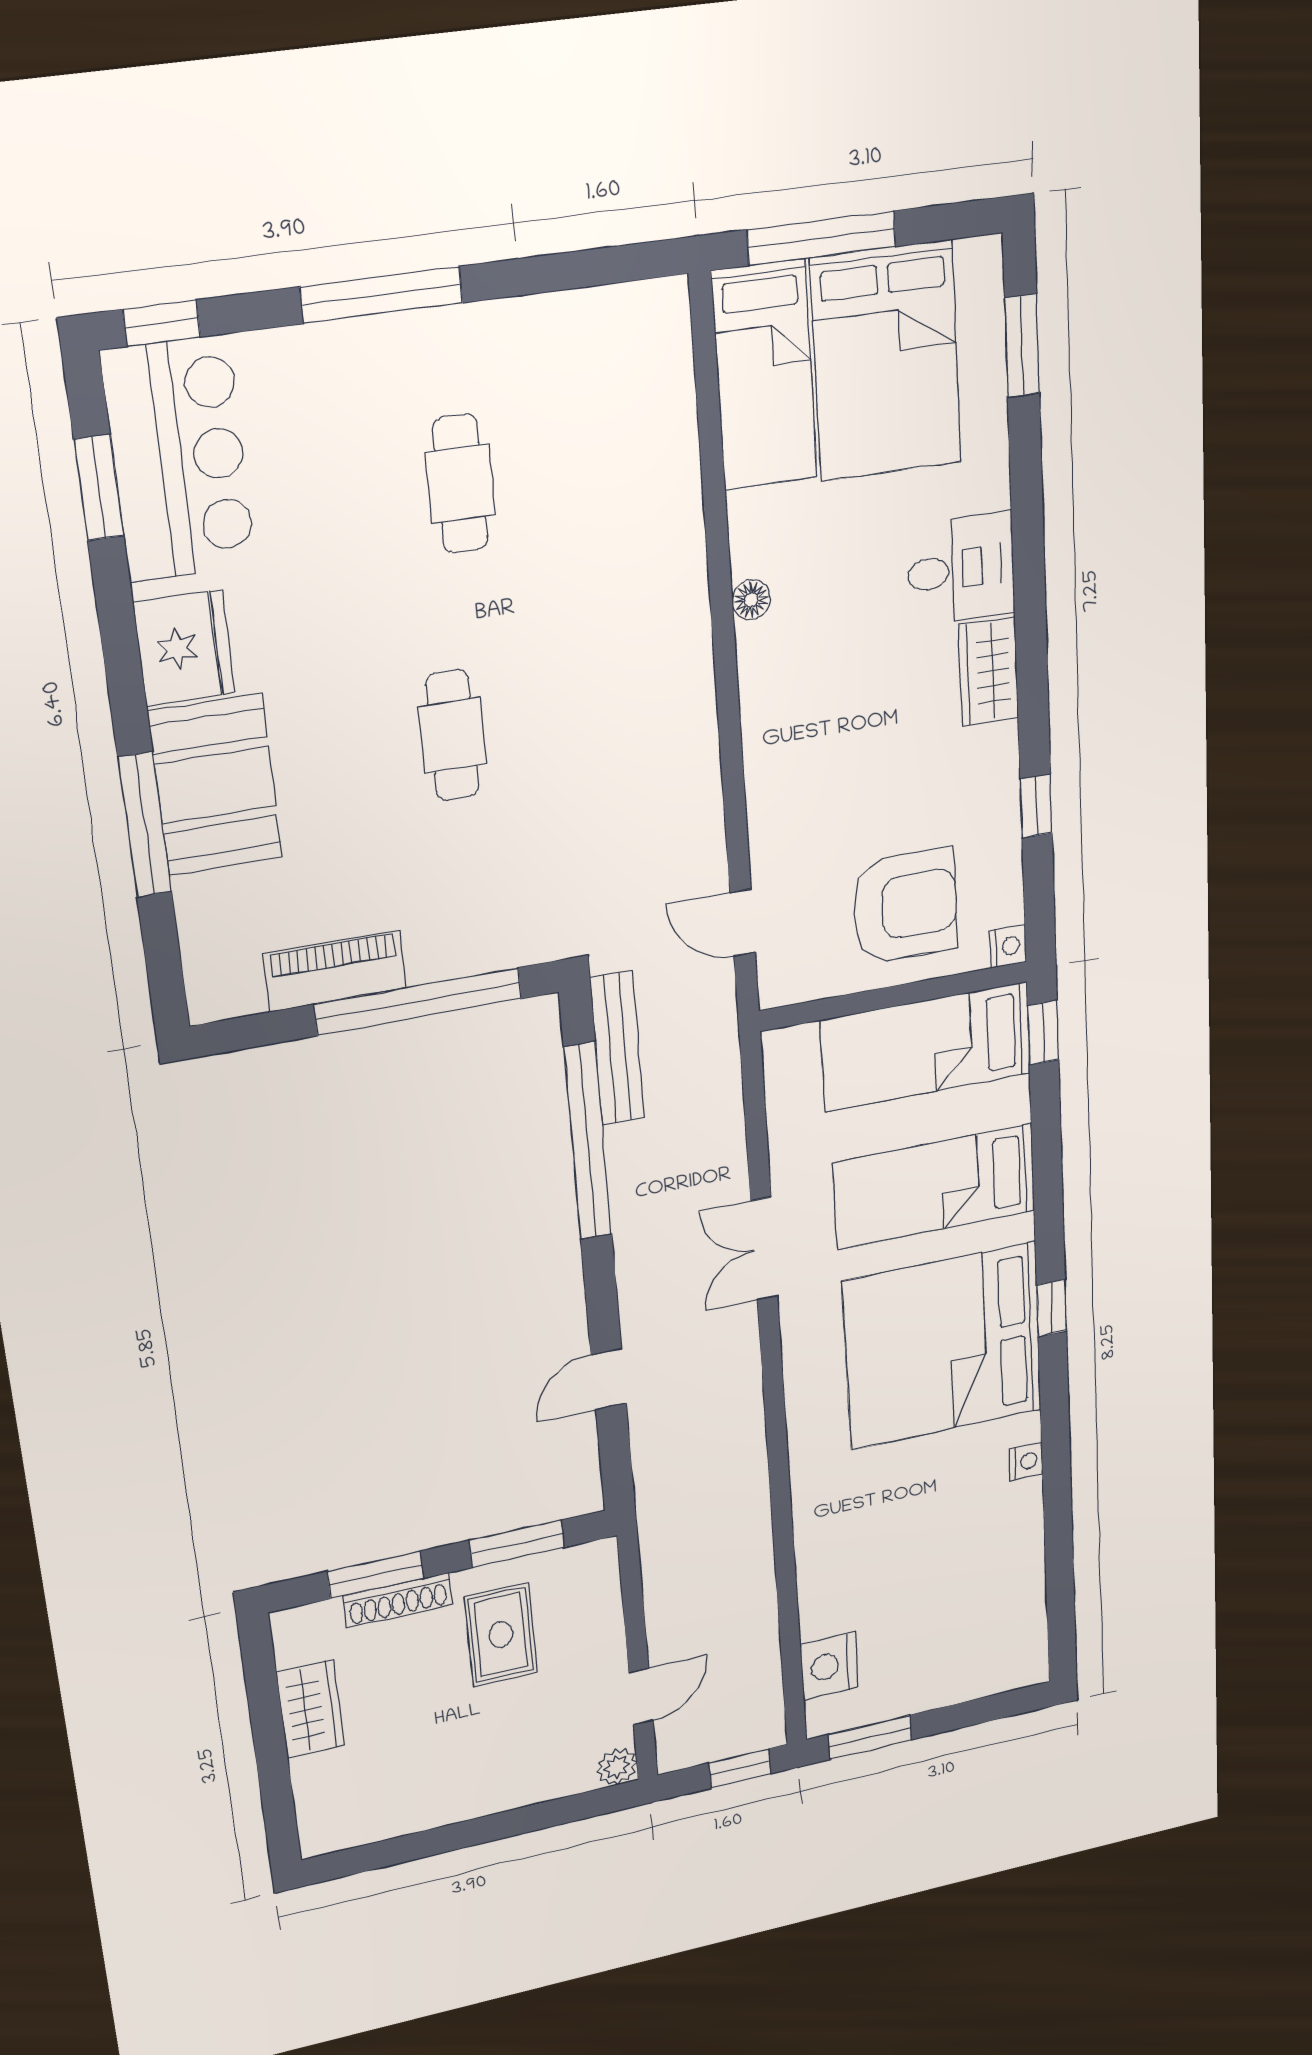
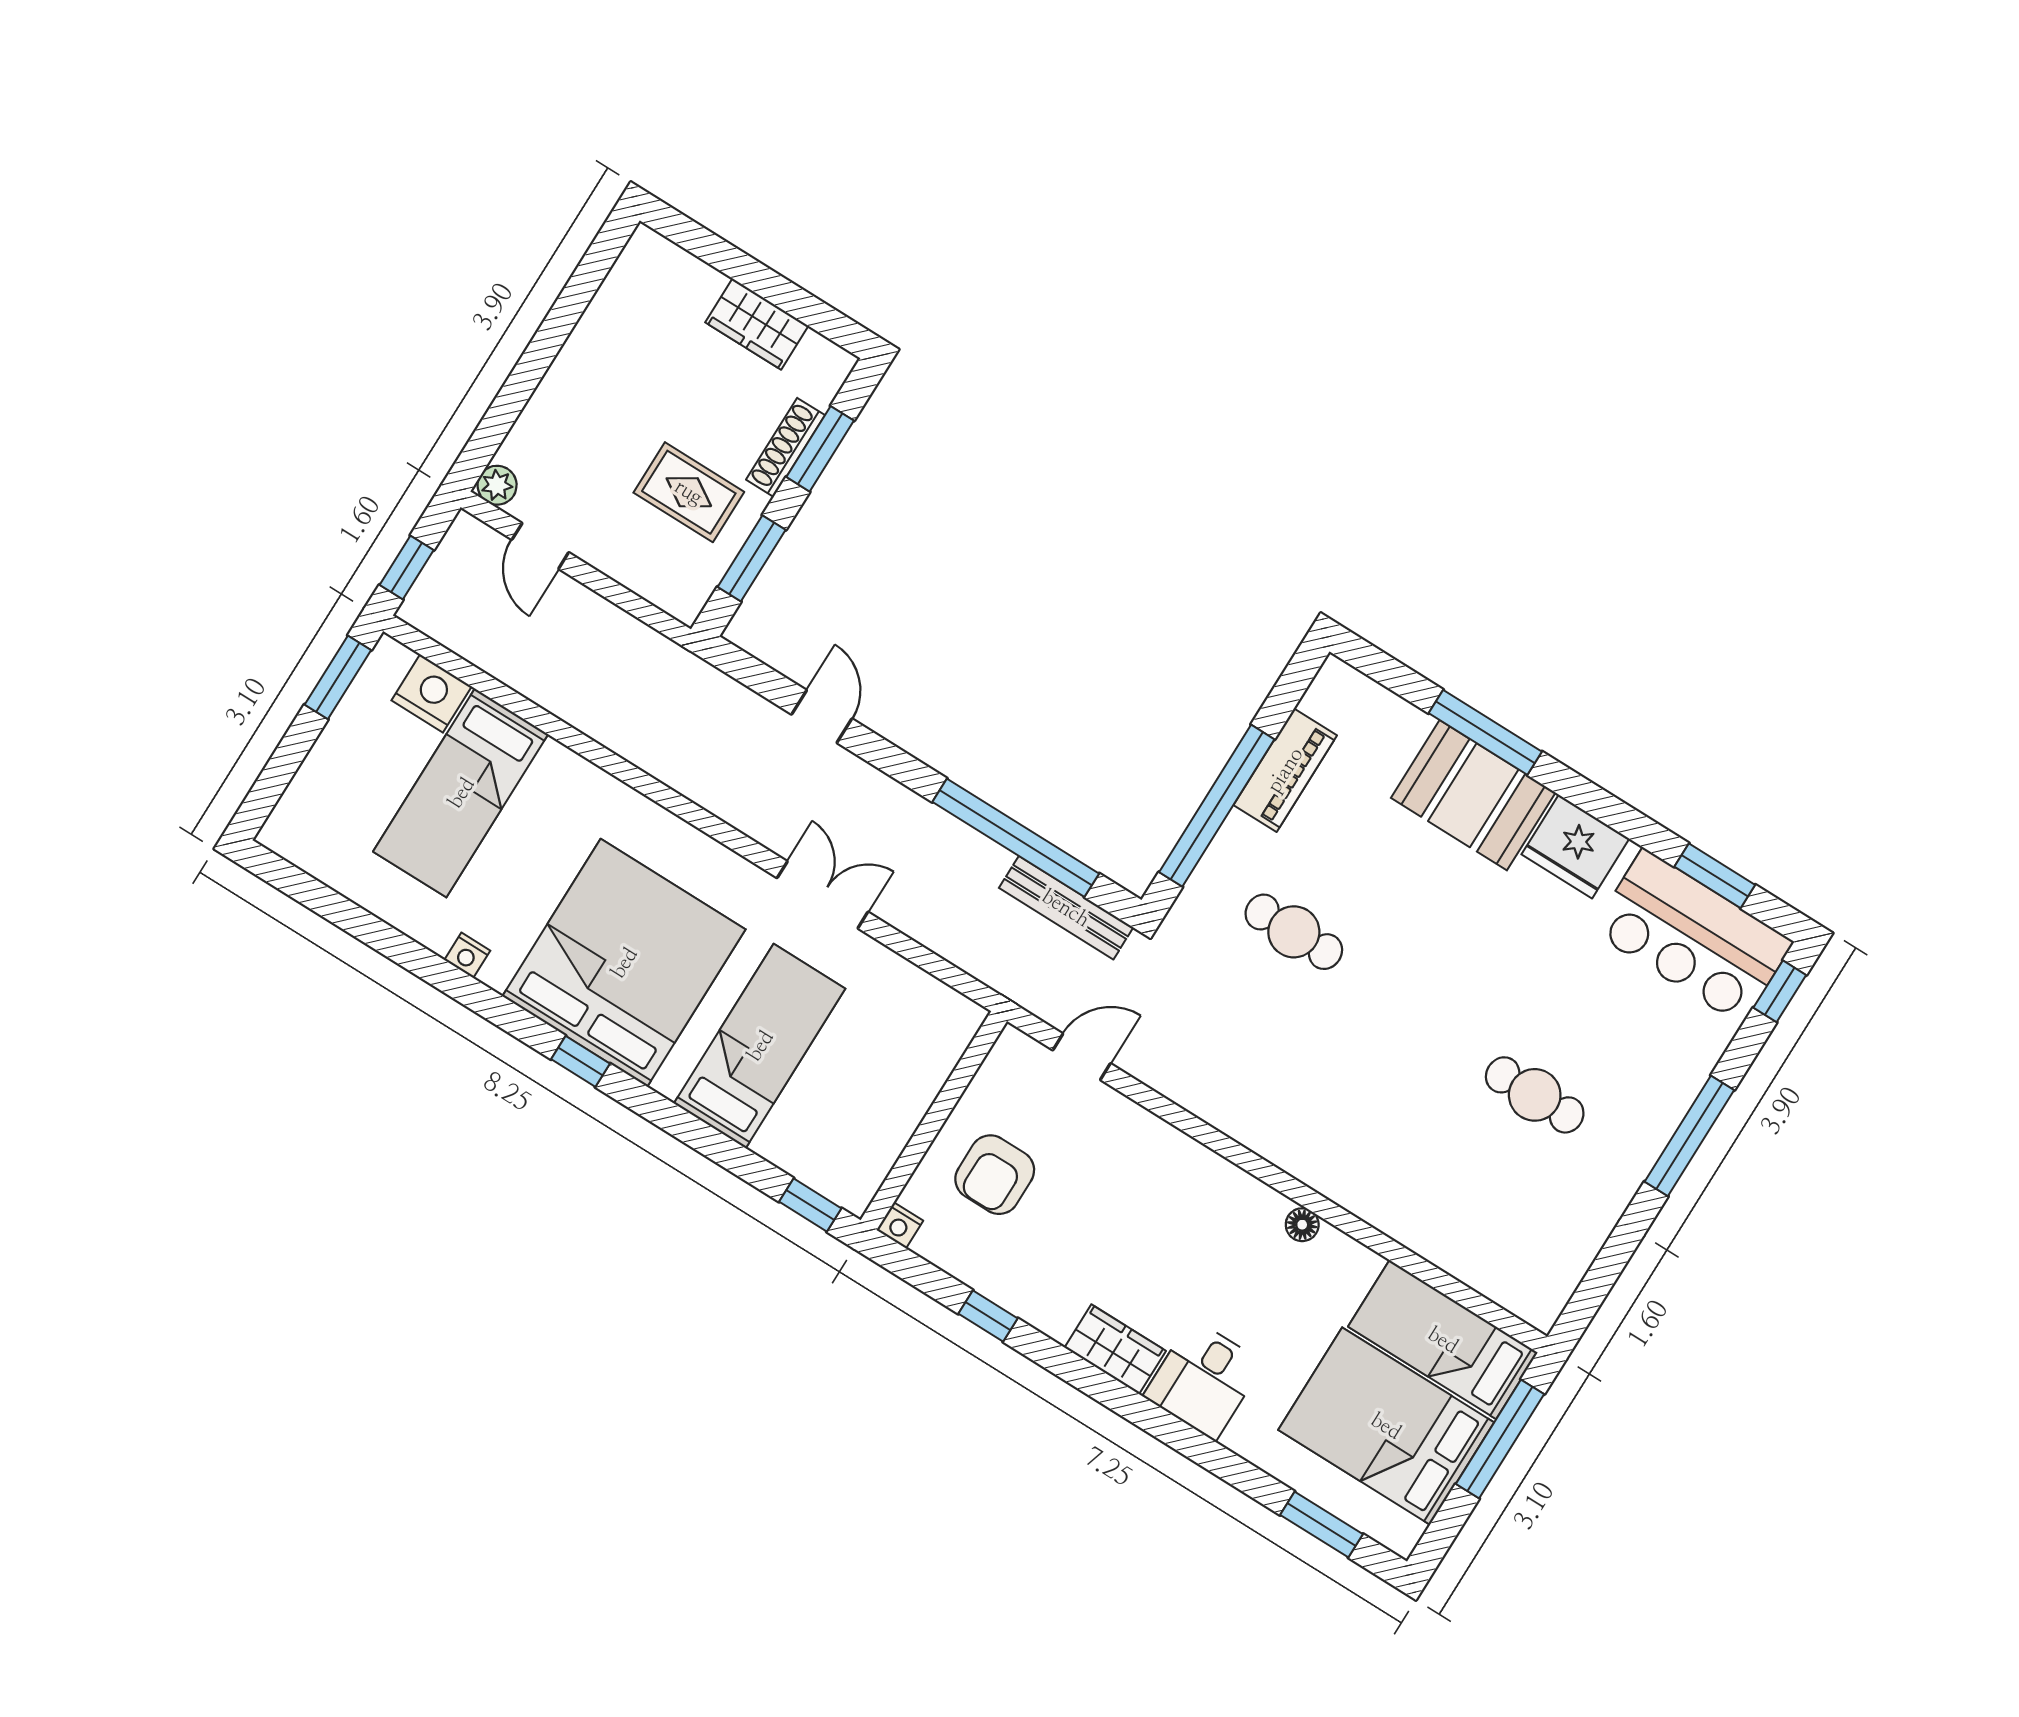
cafe table: (452, 735) -> (1294, 932), moved
armchair: (905, 906) -> (995, 1175), width x0.73, depth x0.73
bed: (926, 1047) -> (461, 793), moved, turned 180

